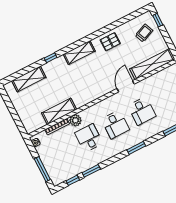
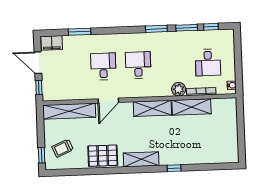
pallet: (110, 42) -> (103, 156), width x1.50, depth x1.42
shelving: (29, 79) -> (152, 108), moved
desk: (89, 138) -> (208, 62), moved
window: (136, 148) -> (156, 29), moved
window: (42, 169) -> (238, 54), removed

